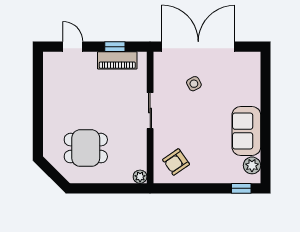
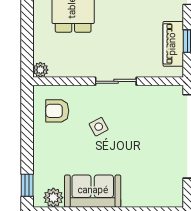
side table: (194, 84) -> (99, 127), moved
armchair: (176, 162) -> (57, 111), turned -55

